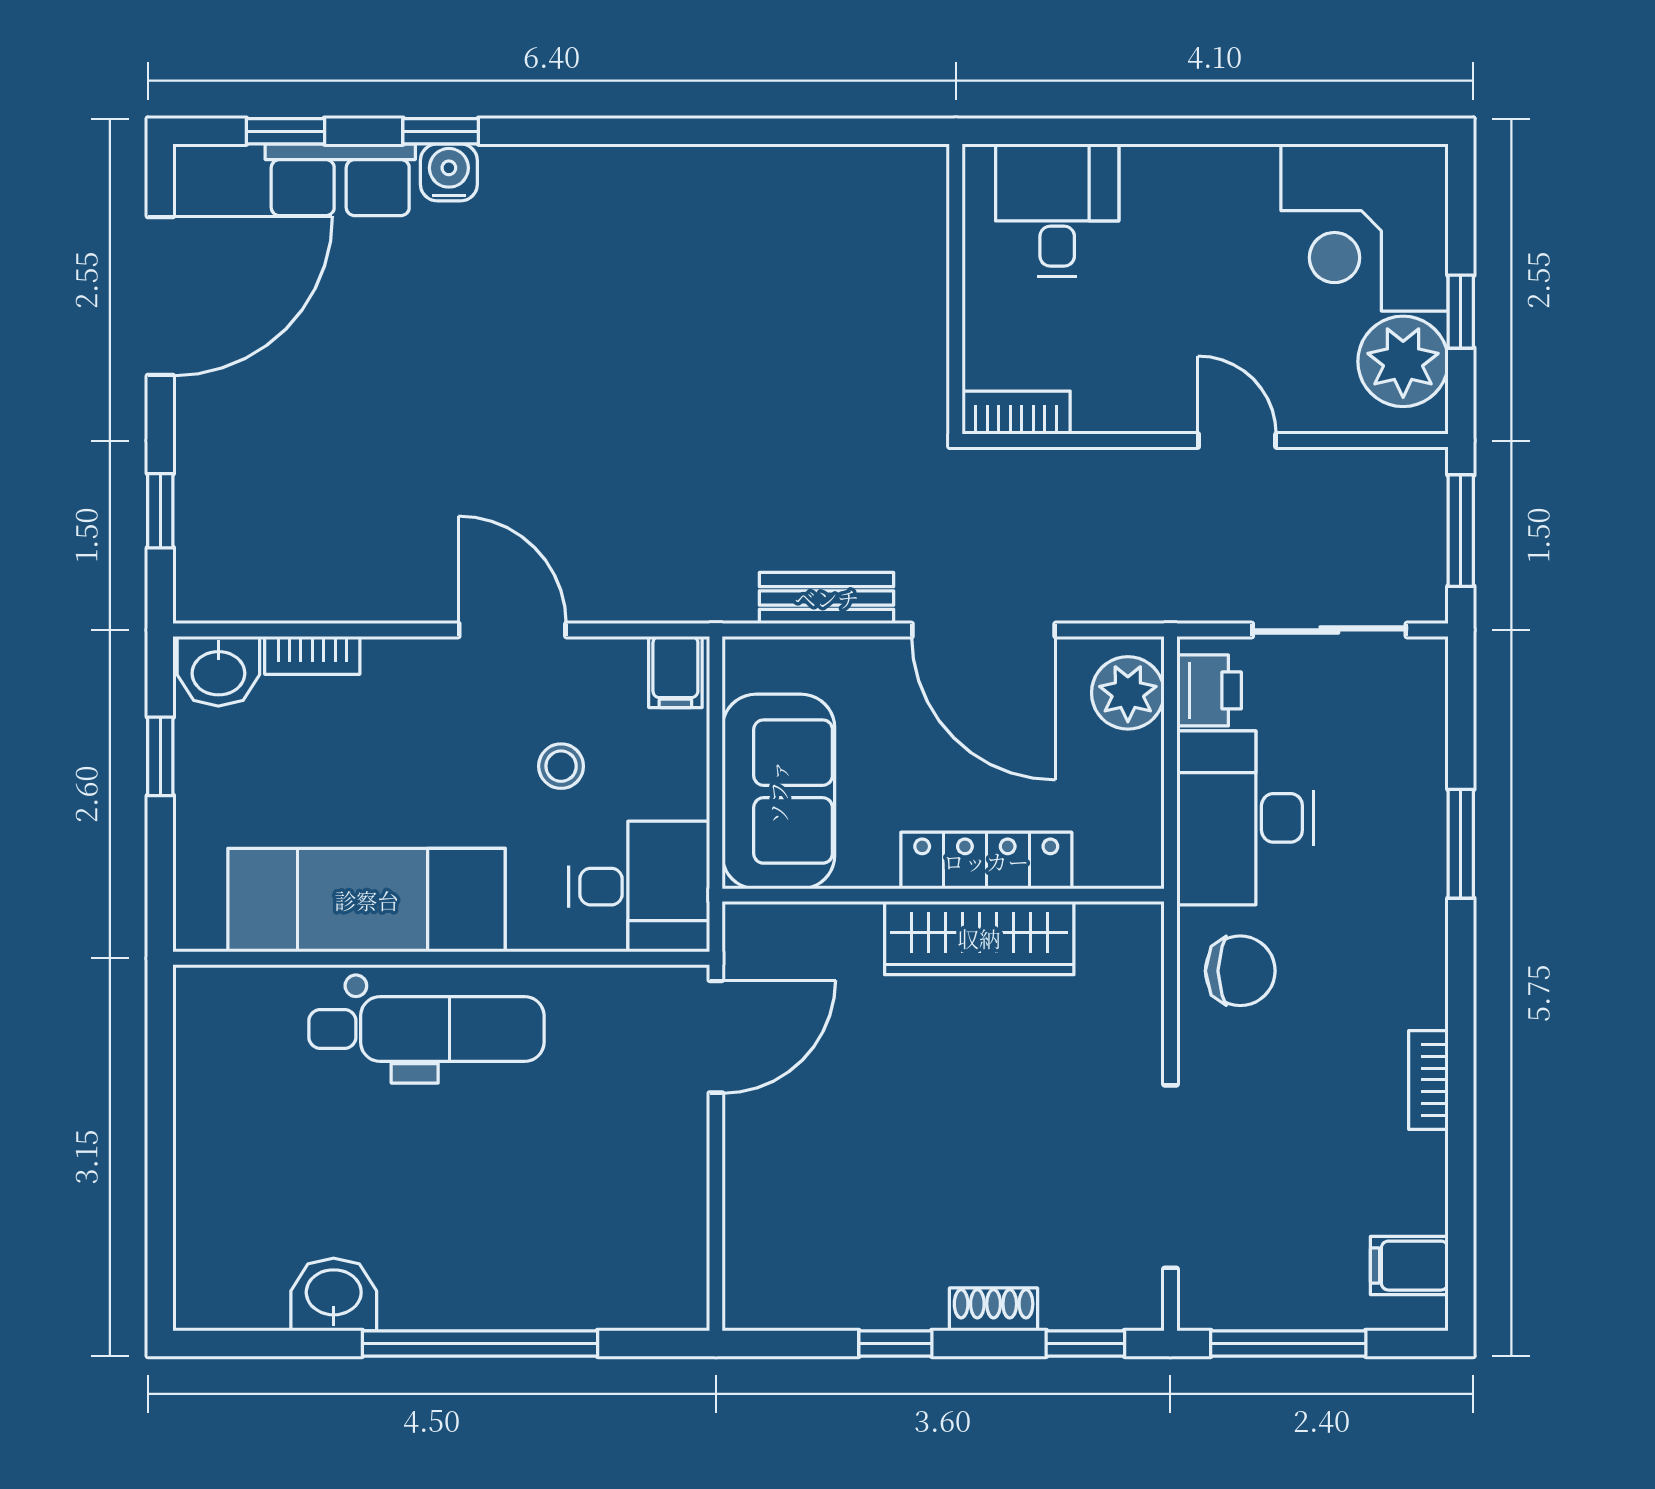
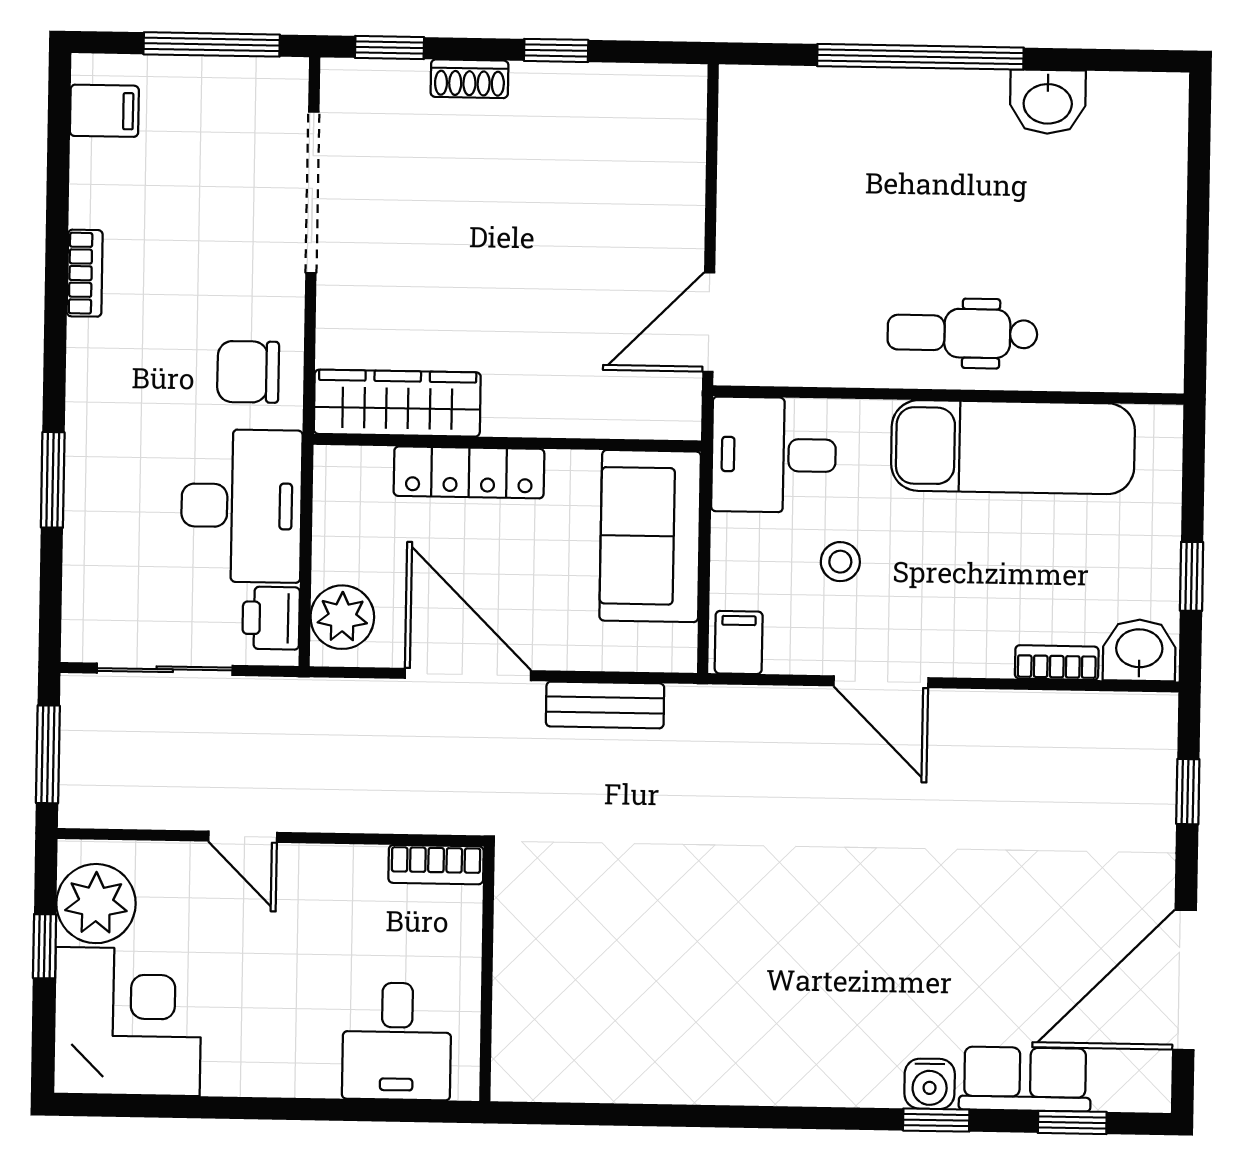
wardrobe: (979, 938) -> (397, 403), moved
dental chair: (426, 1029) -> (962, 333), width x0.73, depth x0.72

